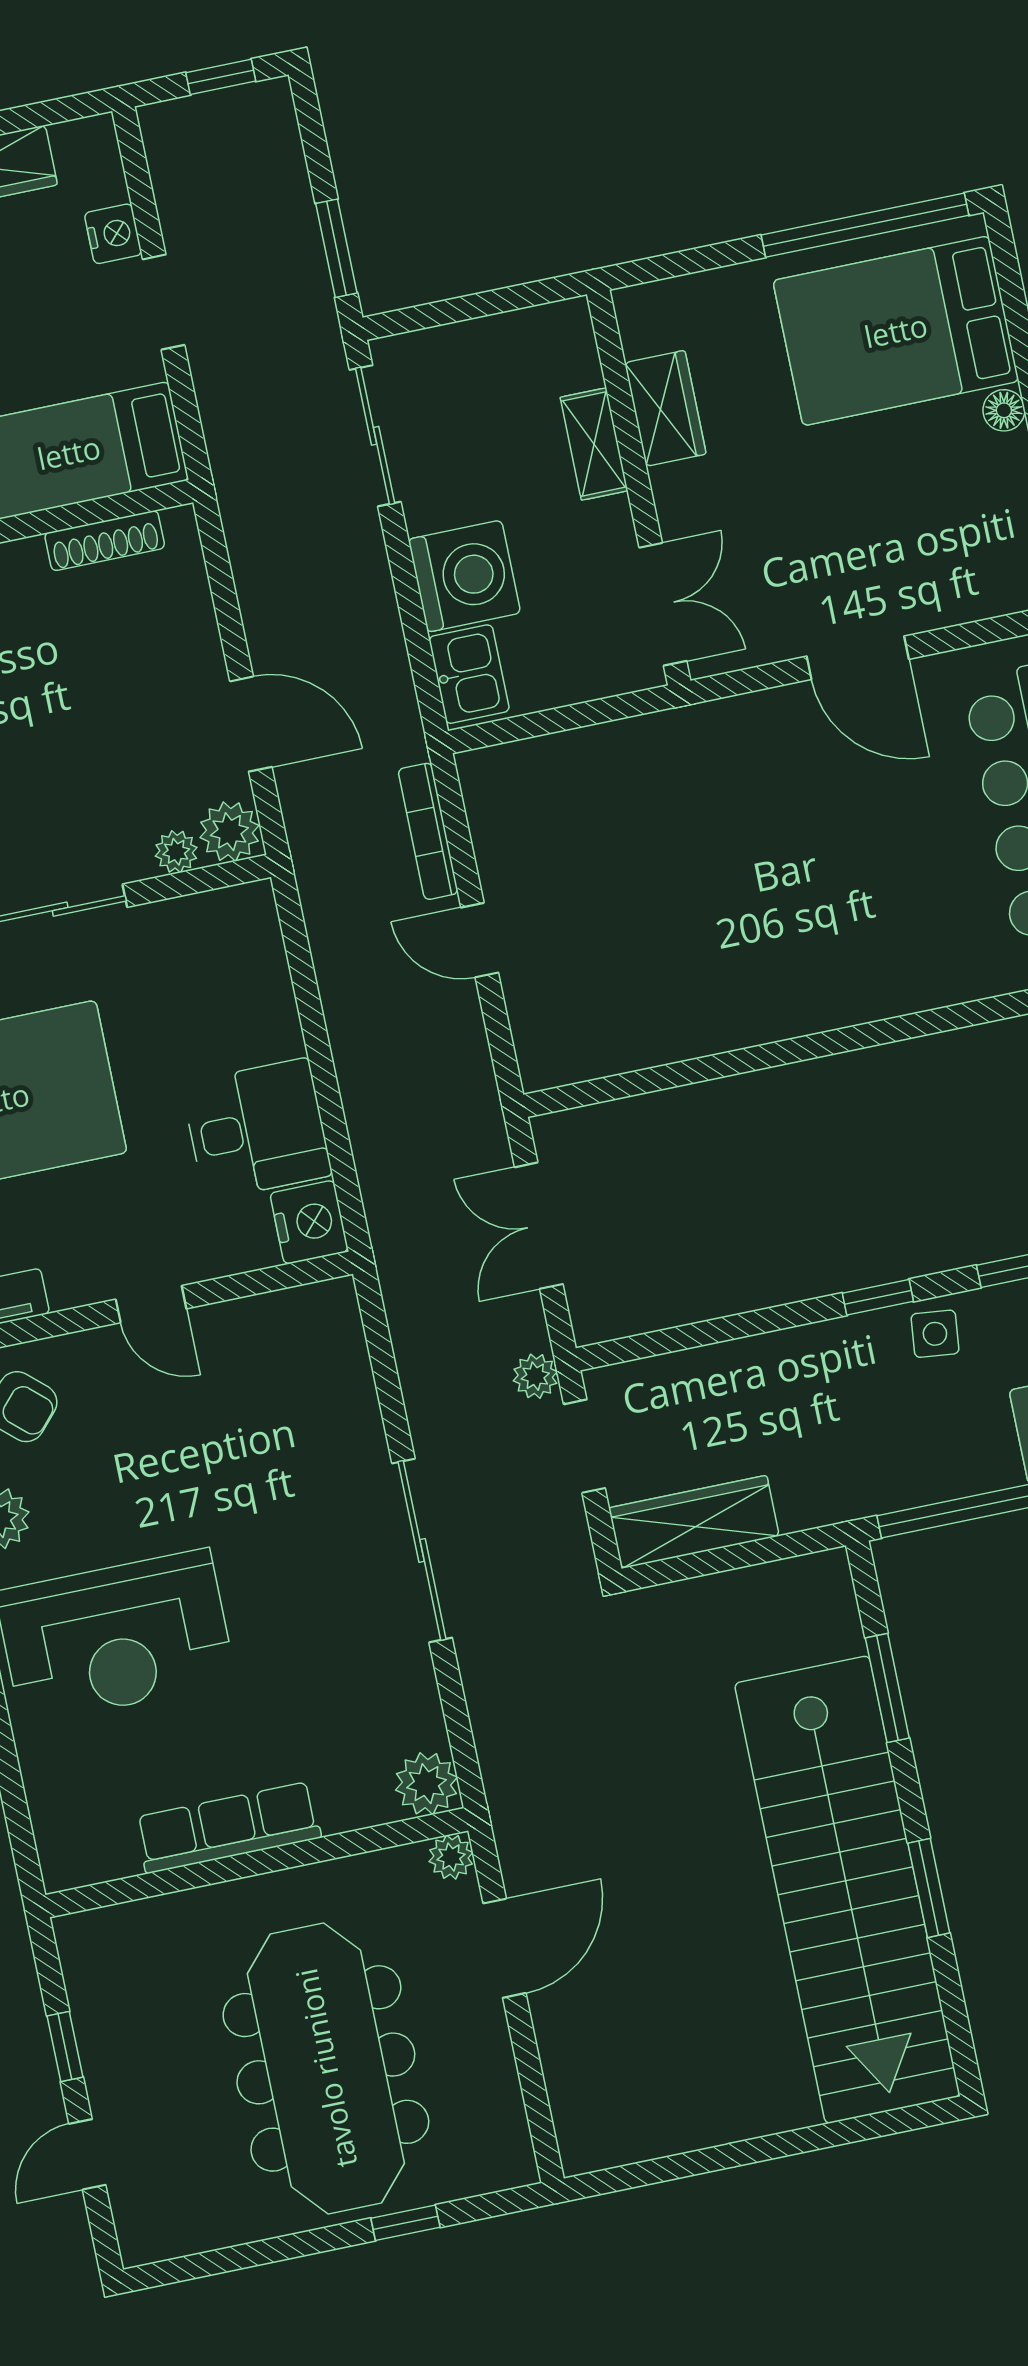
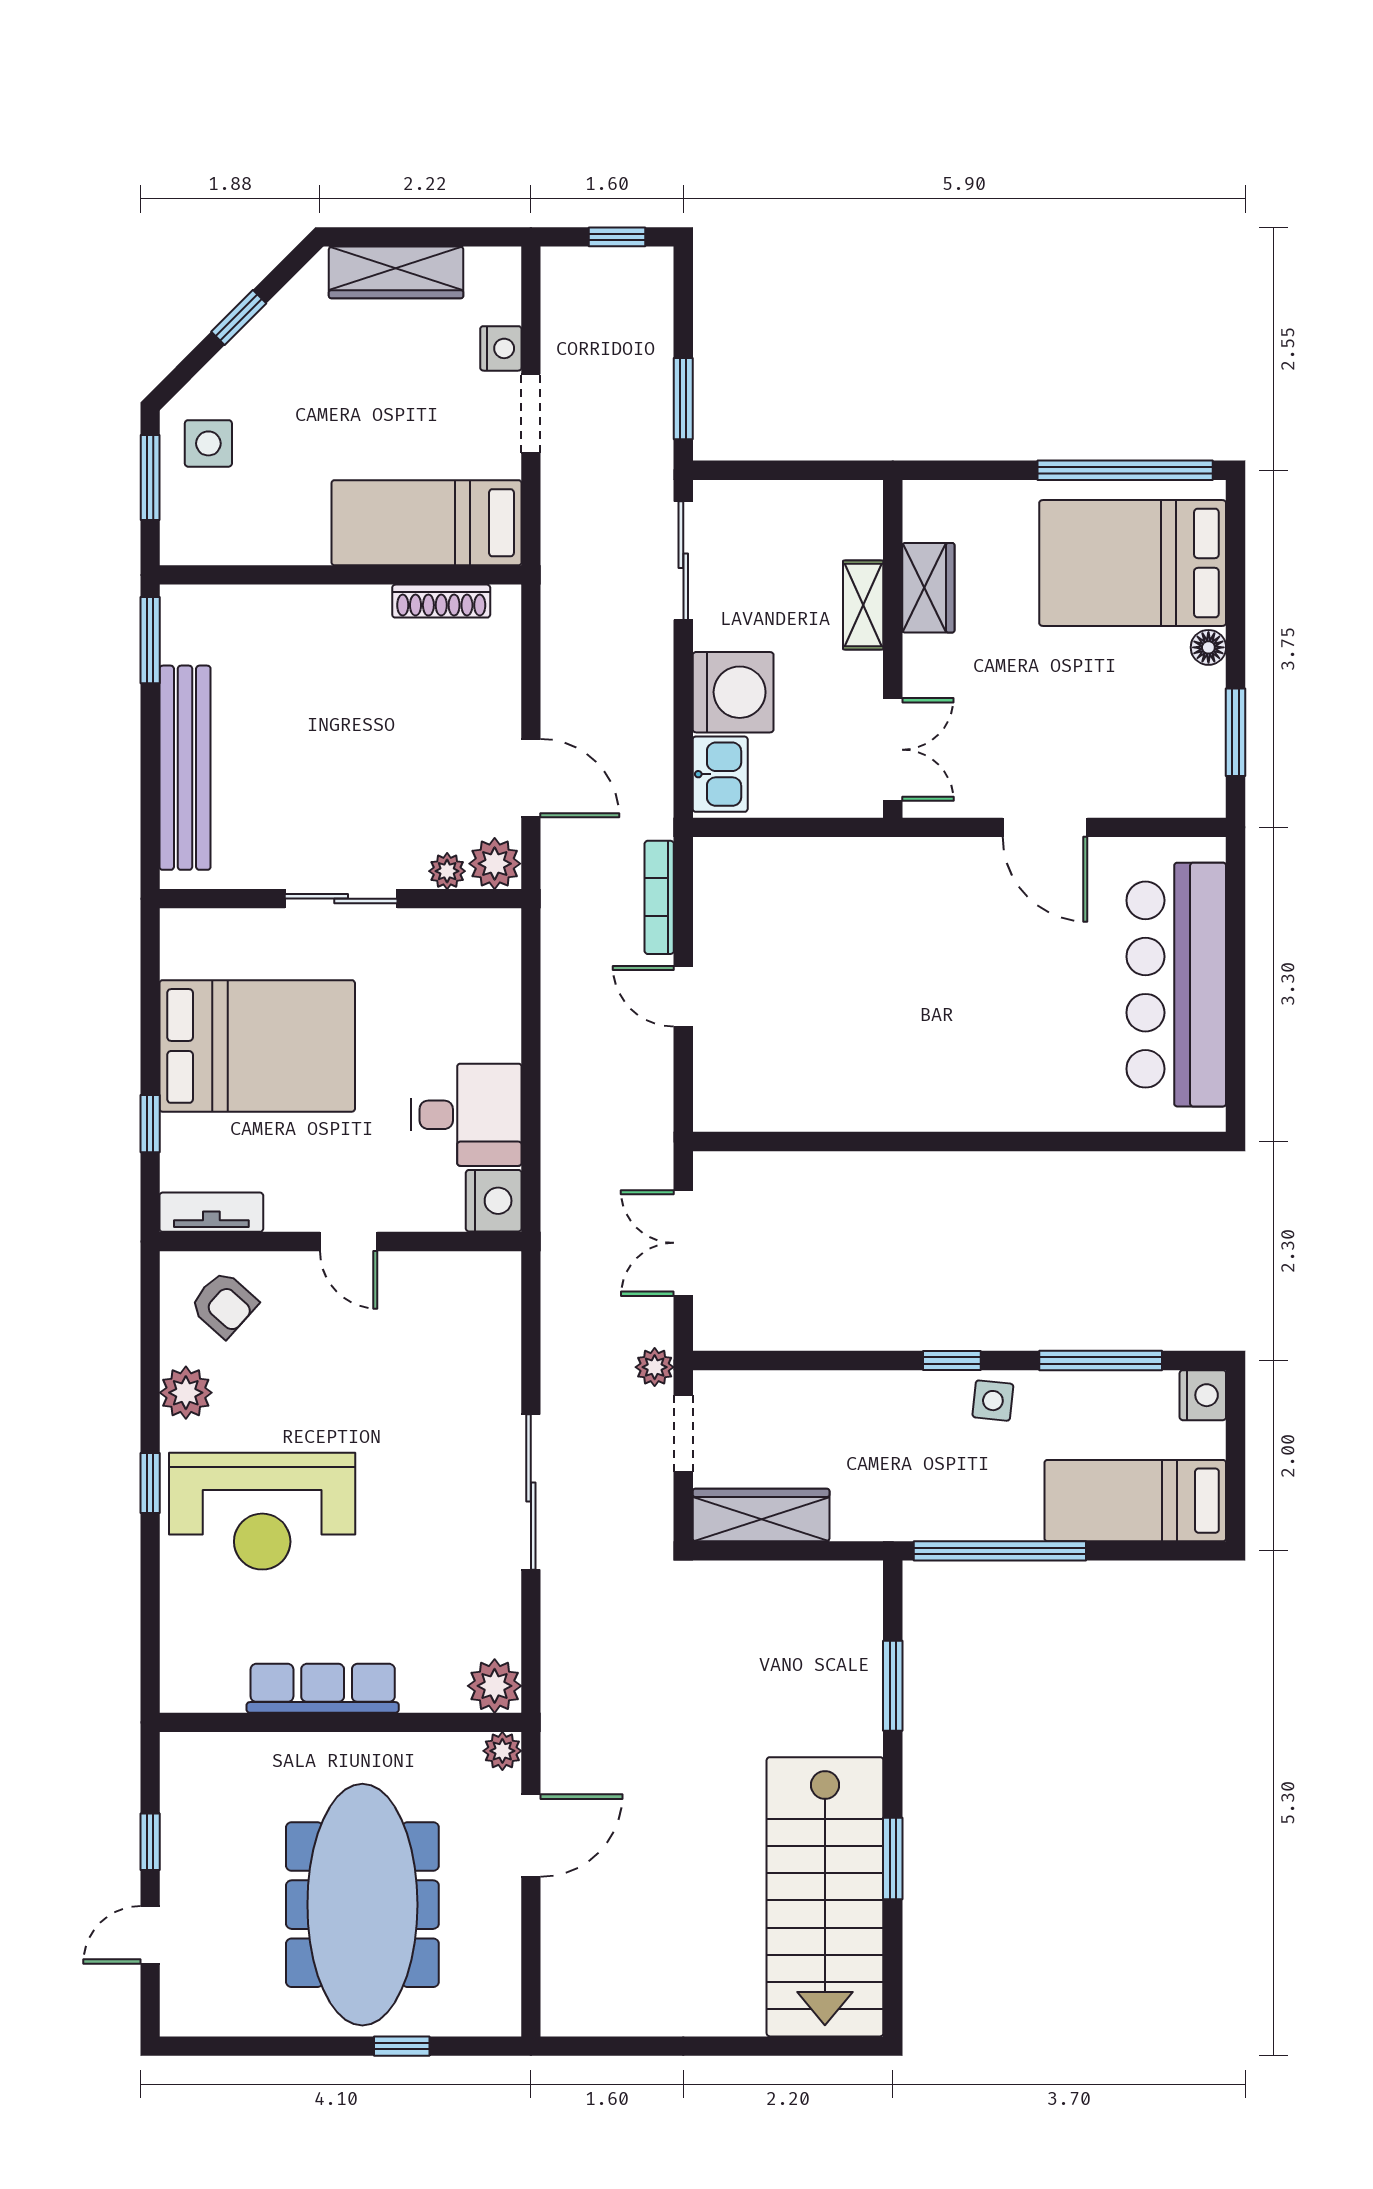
stairs: (847, 1890) -> (825, 1897), width x0.73

